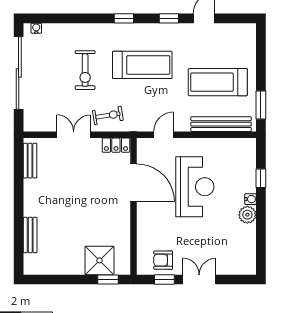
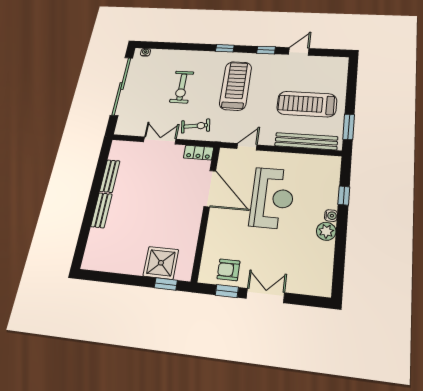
treadmill: (142, 65) -> (236, 86), turned -90
bench: (30, 161) -> (110, 176), moved
bench: (30, 235) -> (101, 210), moved

